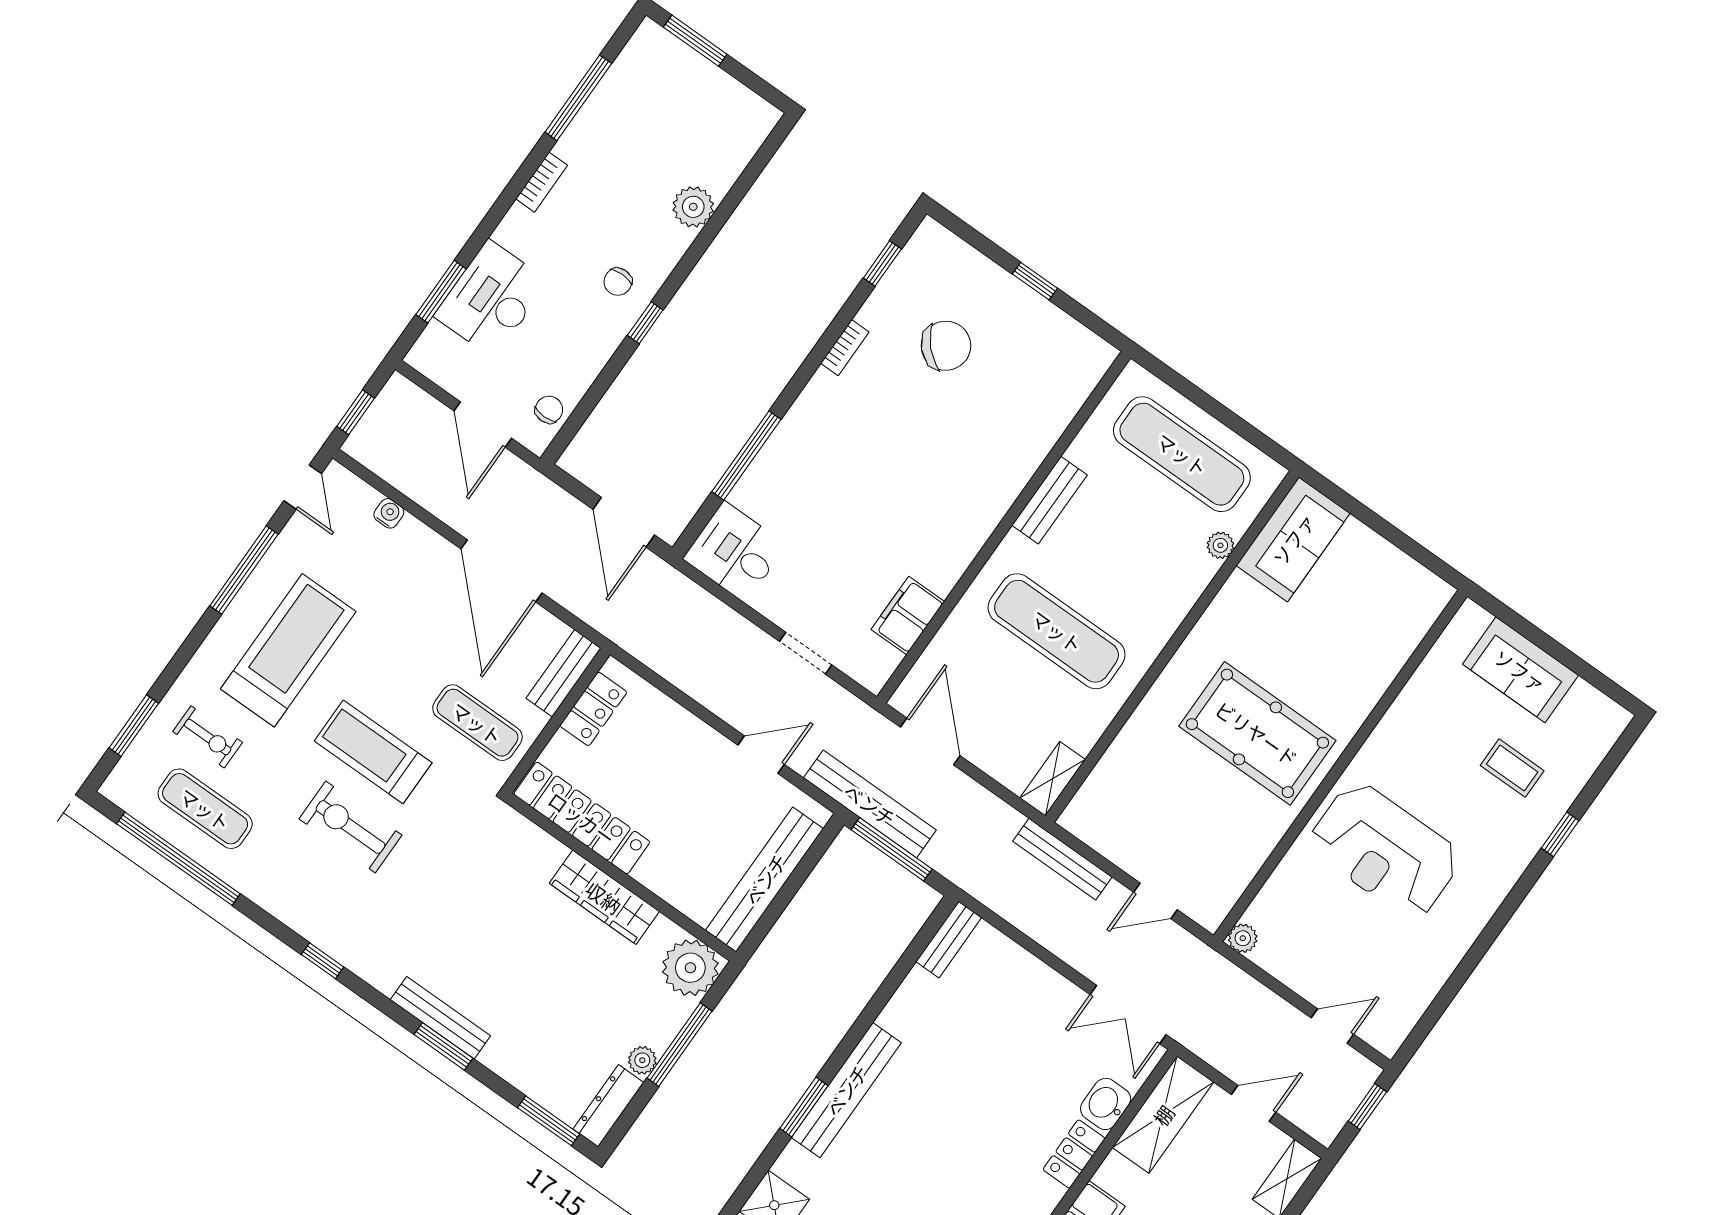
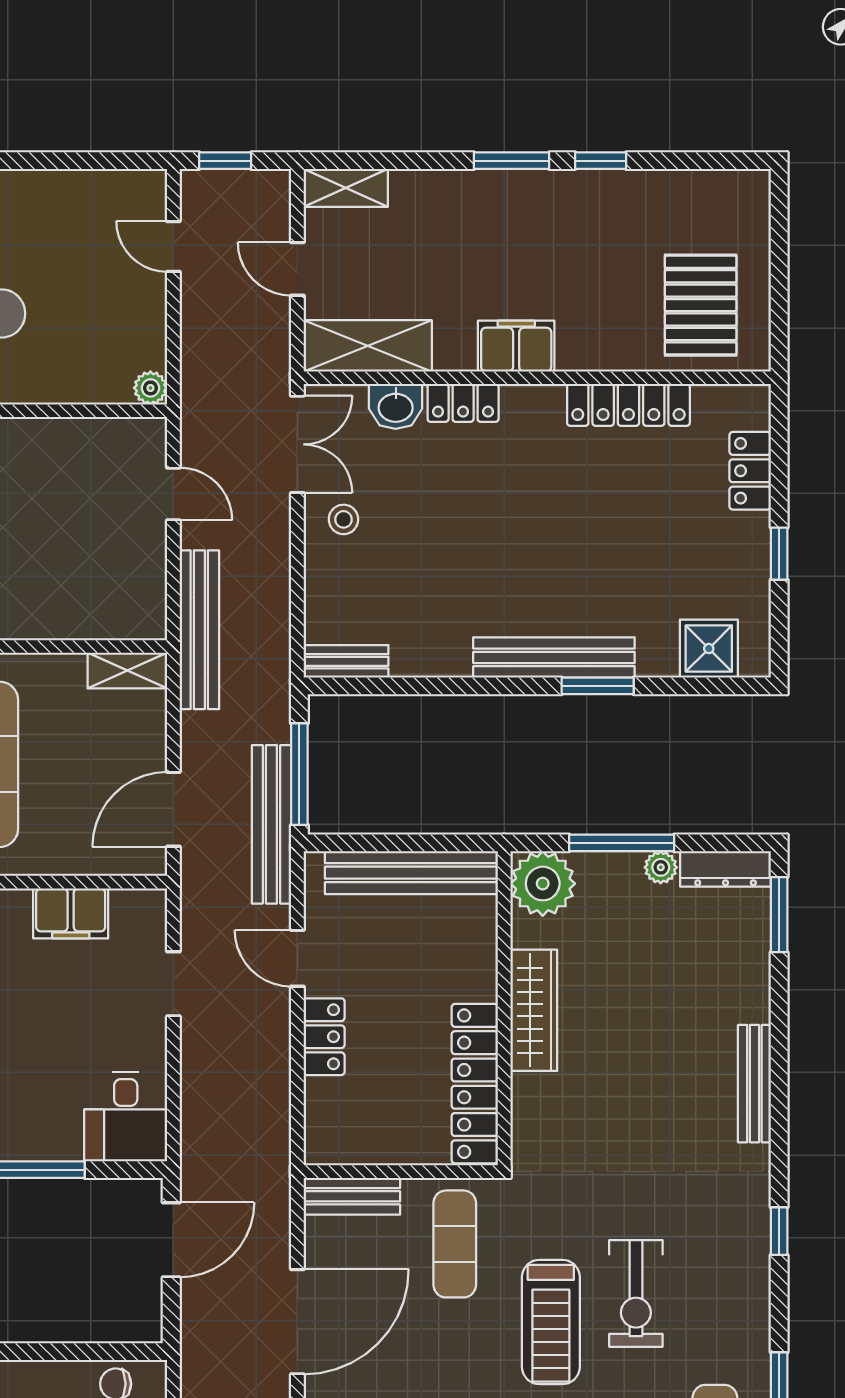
locker: (593, 709) -> (324, 1037), moved, turned 90
bench: (1062, 859) -> (199, 630), width x1.37, depth x1.21
stool: (1051, 1010) -> (343, 519), added
window: (443, 1046) -> (779, 1062), removed

